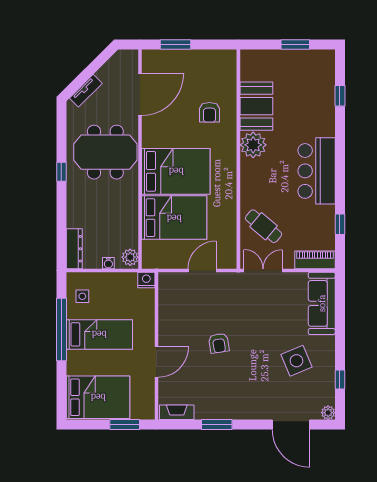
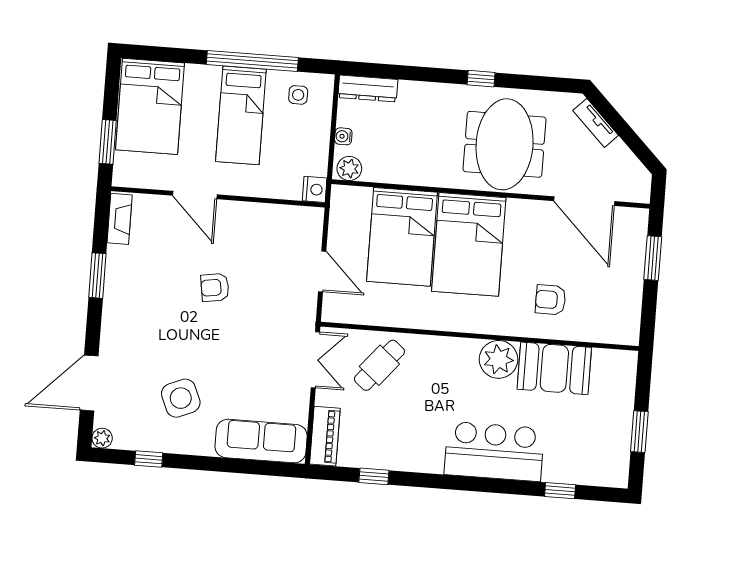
bar counter: (317, 171) -> (494, 451), moved

